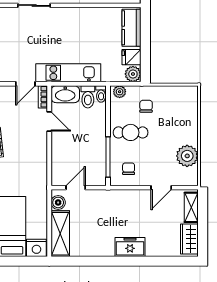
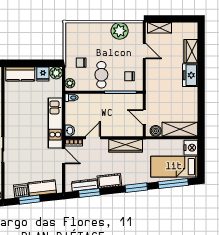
washbasin: (65, 94) -> (70, 131), width x0.52, depth x0.69
toilet: (88, 97) -> (74, 108), removed
wardrobe: (39, 164) -> (126, 146), added
wardrobe: (189, 239) -> (191, 51), moved, turned 90

